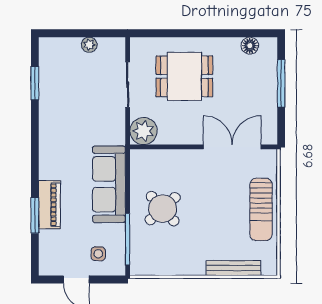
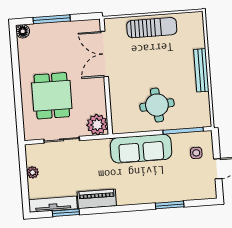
floor lamp: (250, 46) -> (23, 31), moved
tv unit: (47, 67) -> (53, 204), added
piano: (49, 205) -> (97, 199), moved
round table: (163, 209) -> (157, 105), turned 37
bench: (233, 268) -> (201, 70), moved

